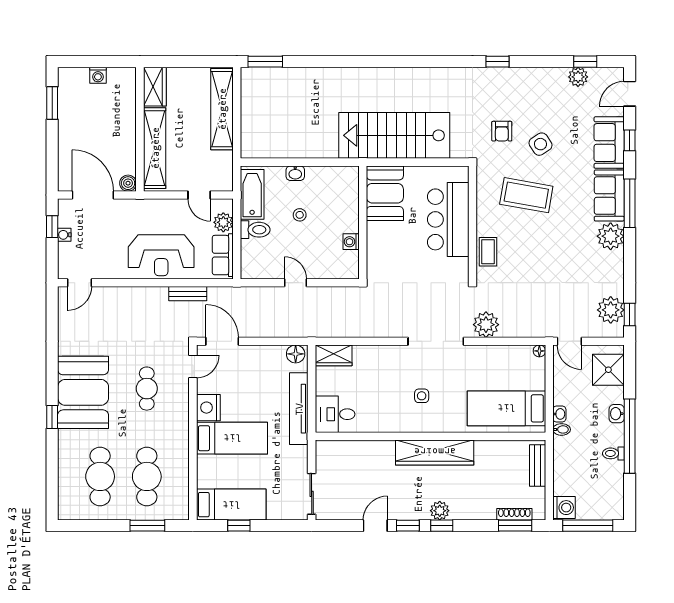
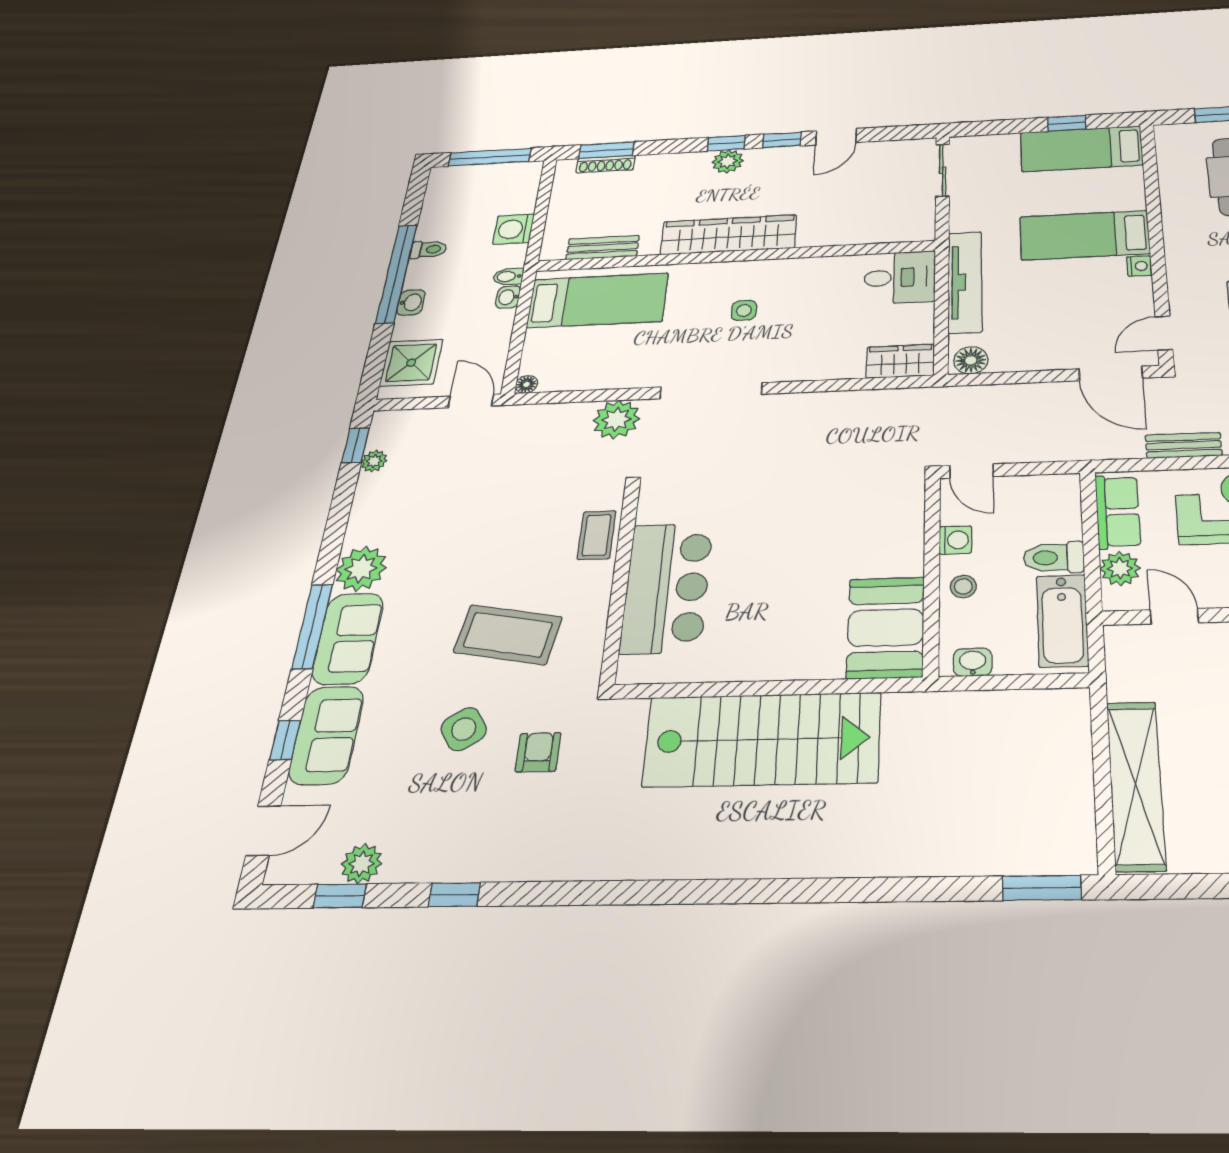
window: (497, 62) -> (454, 895), moved
booth: (385, 193) -> (886, 628), moved
wall: (363, 222) -> (932, 574), moved
washing machine: (351, 242) -> (955, 540), moved
plant: (611, 310) -> (374, 461), width x0.53, depth x0.53
nightstand: (208, 408) -> (1139, 266), width x0.53, depth x0.56
bench: (538, 465) -> (603, 248), moved, turned 90
washing machine: (564, 508) -> (513, 229), moved

